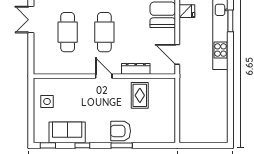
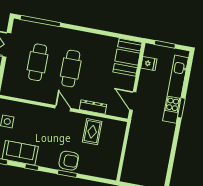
window: (230, 21) -> (181, 108), moved
armchair: (121, 131) -> (69, 161), turned 180

